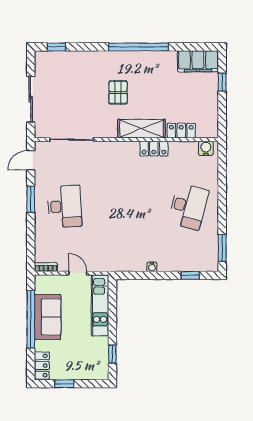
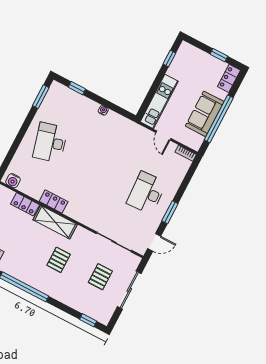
pallet: (67, 97) -> (100, 277), added
desk: (188, 206) -> (50, 143), turned -30

